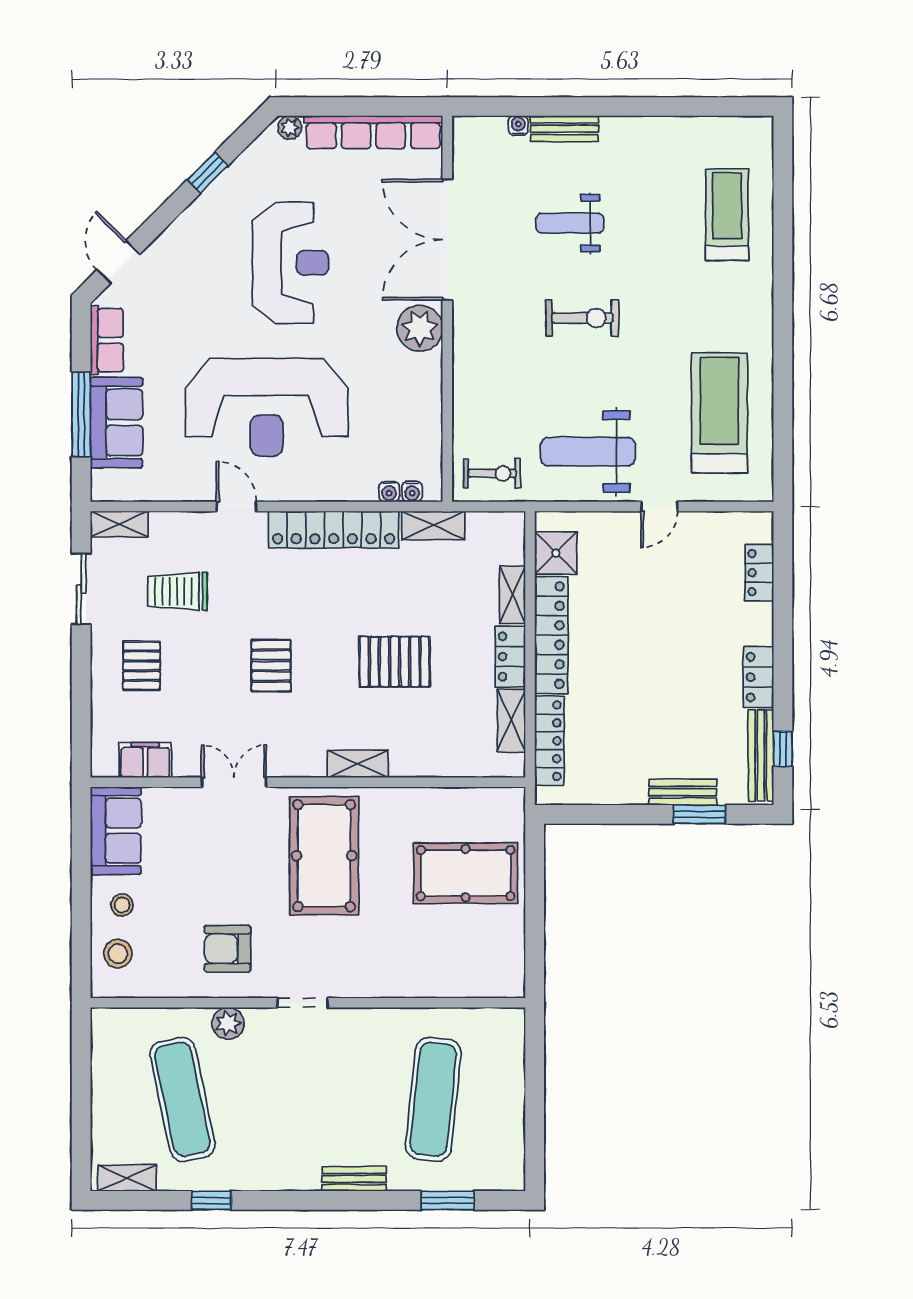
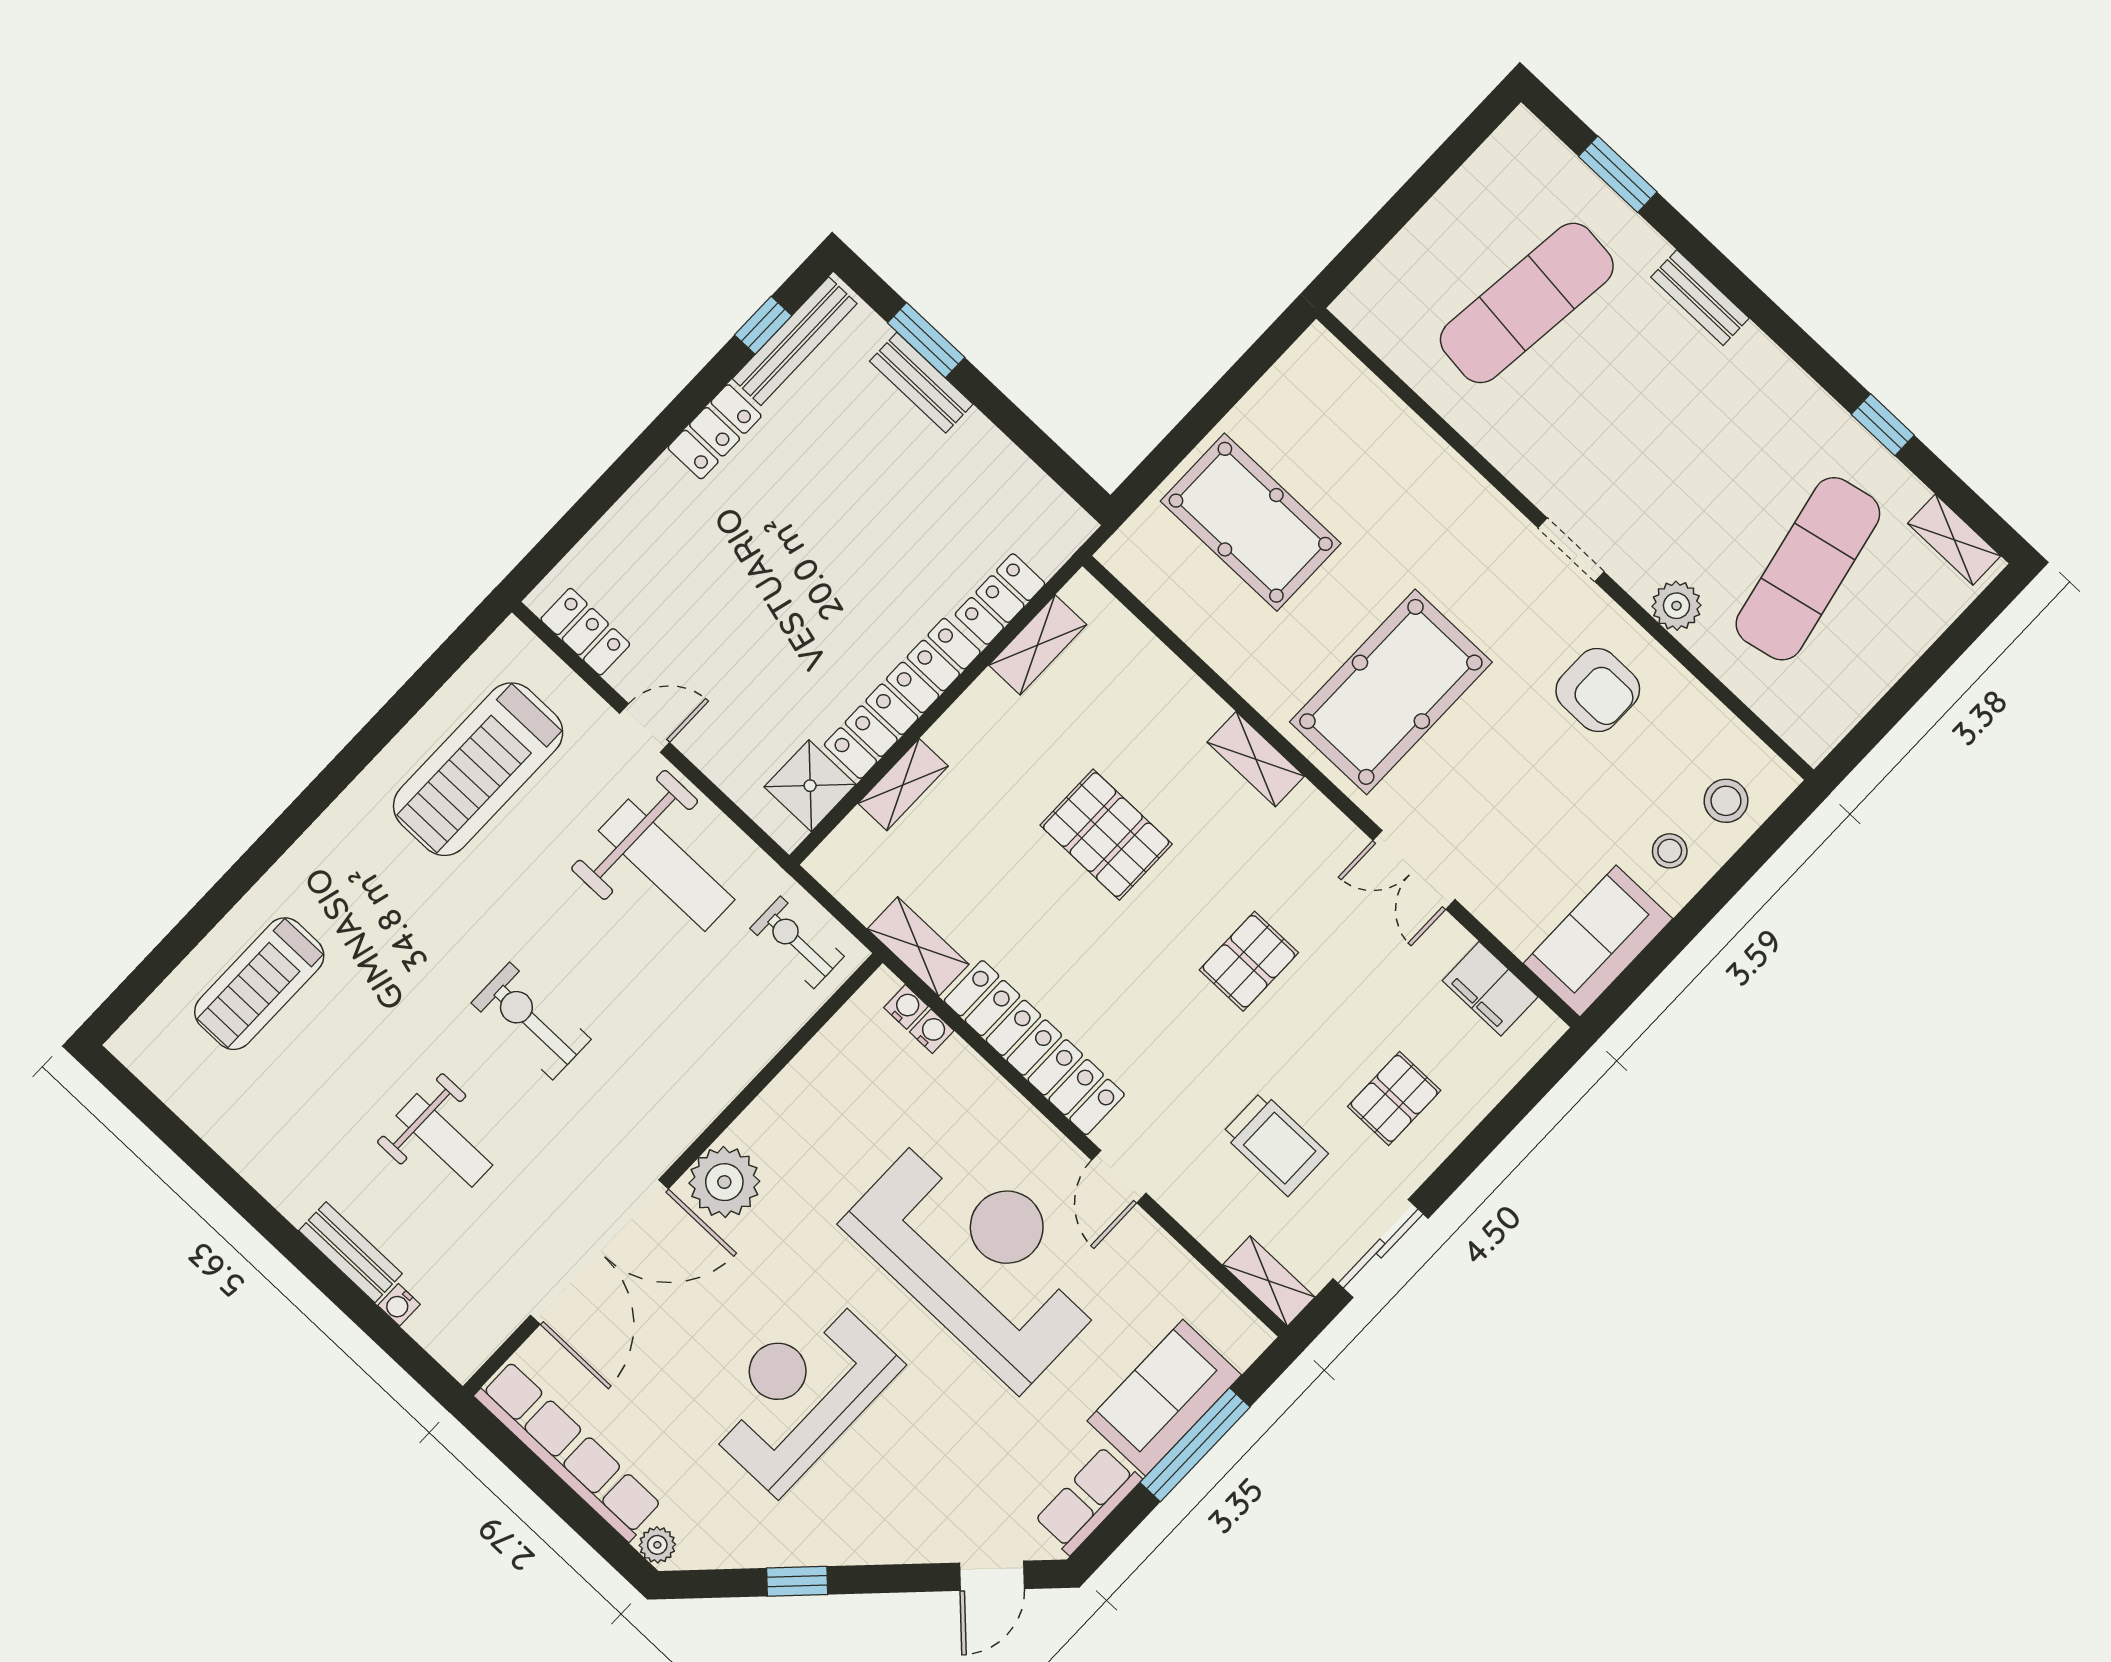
locker: (759, 573) -> (585, 632), moved, turned -90
locker: (510, 656) -> (971, 718), removed
locker: (549, 741) -> (1000, 599), width x0.66

